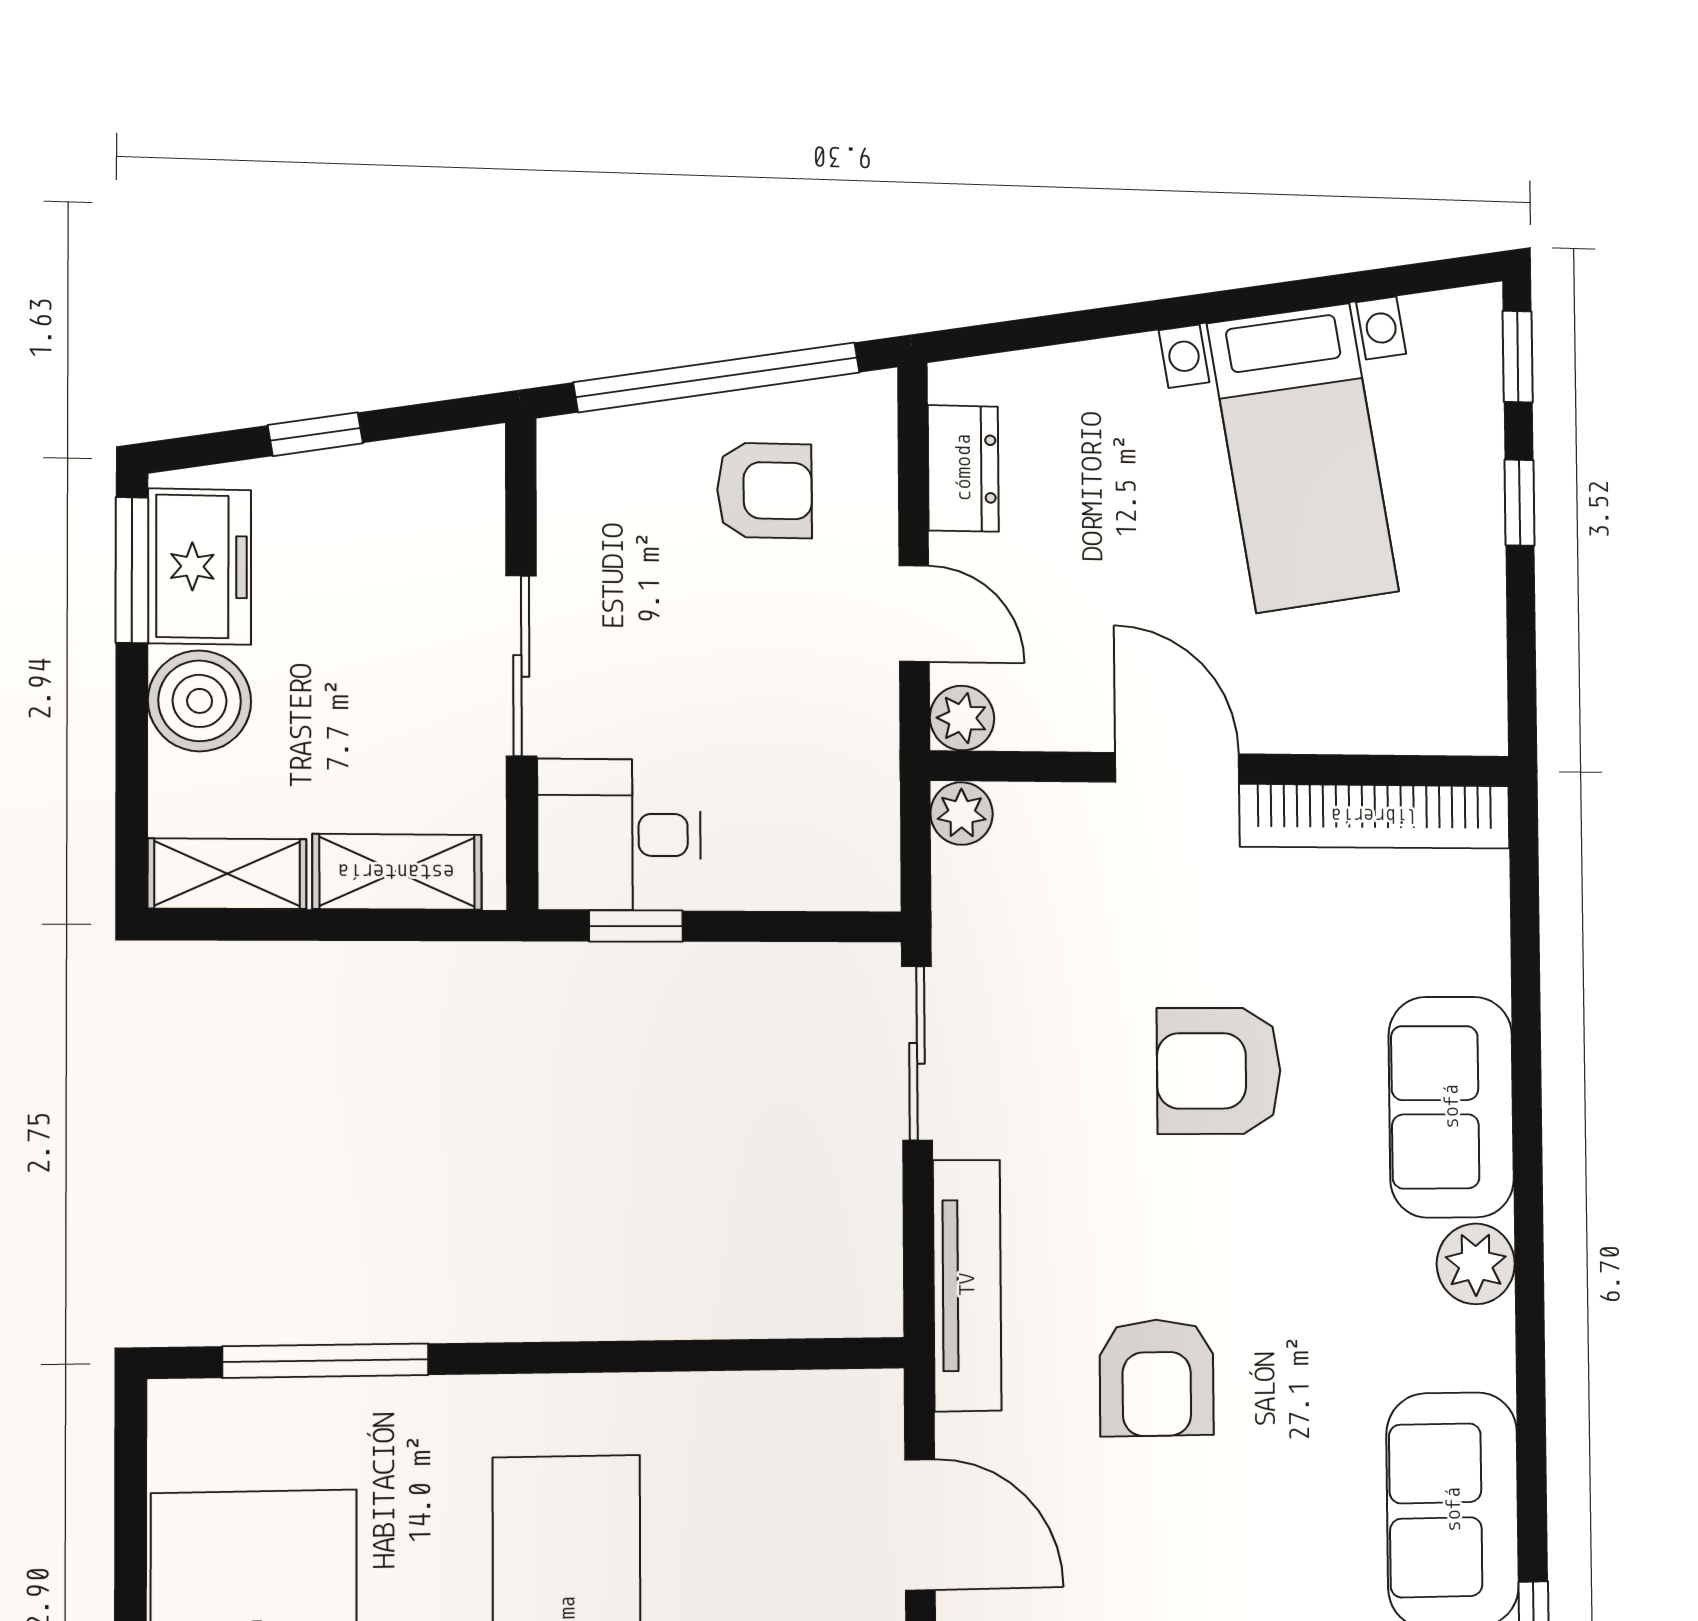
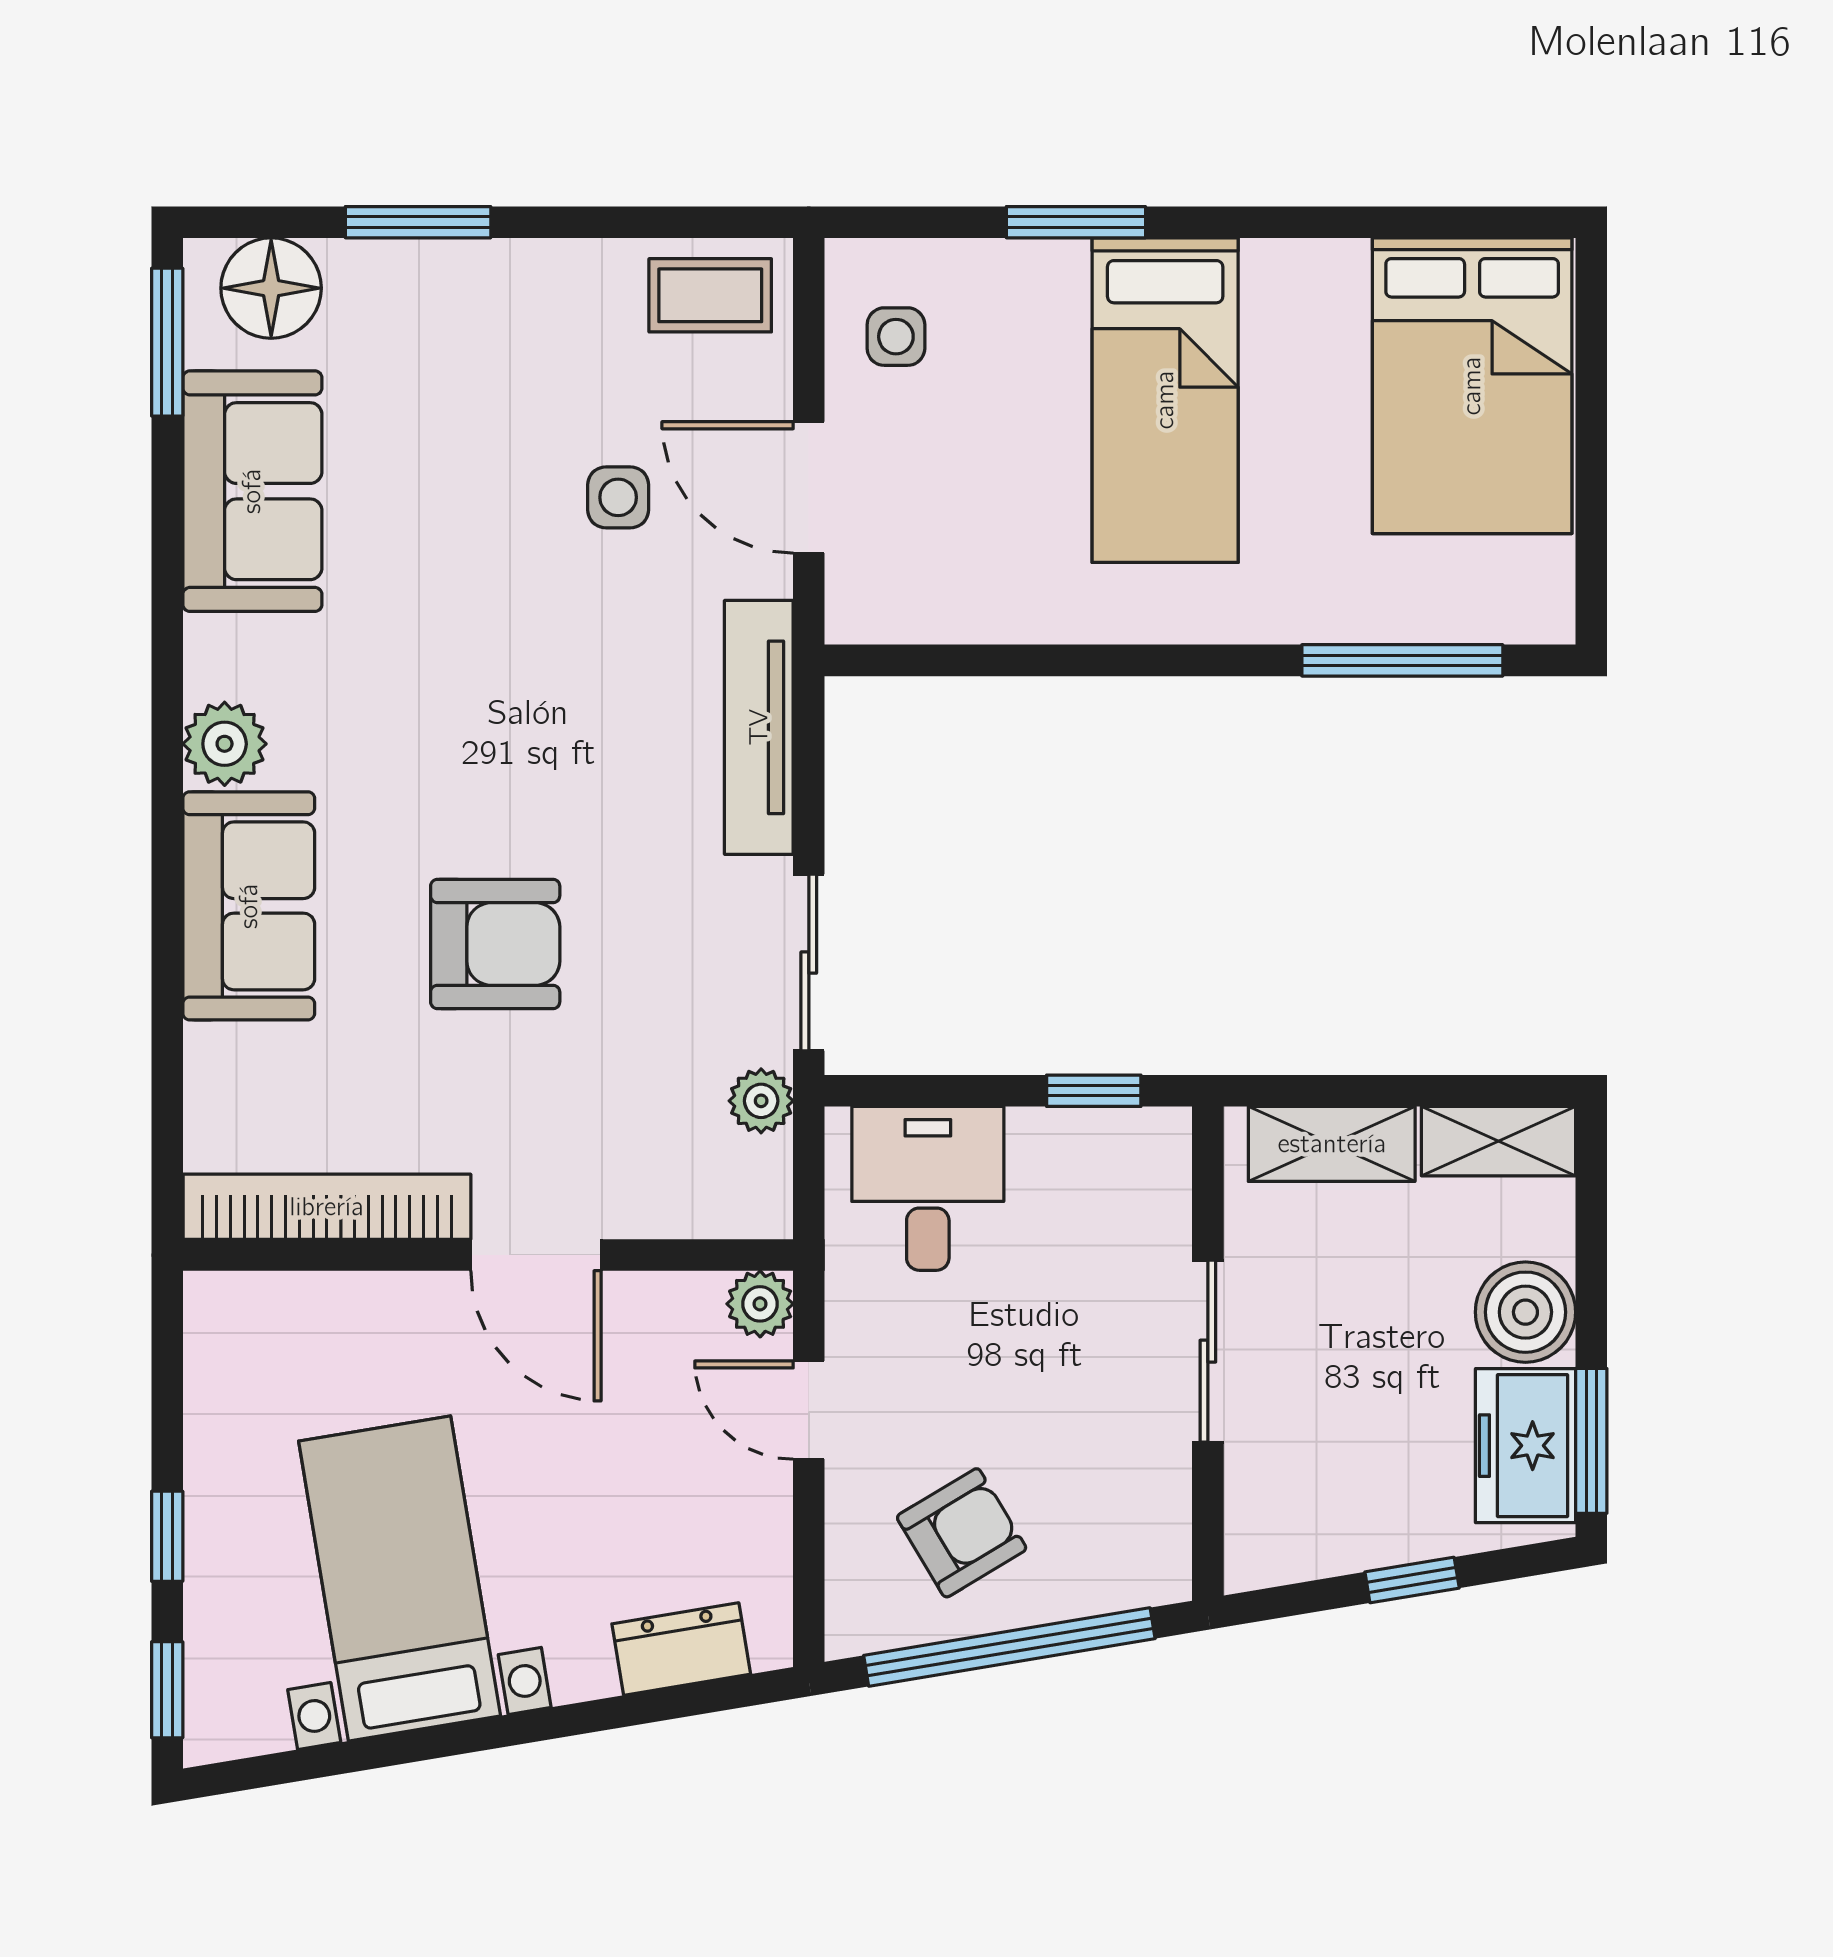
dresser: (963, 468) -> (681, 1649), moved, turned 81
armchair: (764, 490) -> (962, 1533), turned 149
plant: (962, 814) -> (761, 1101), moved
desk: (619, 835) -> (928, 1188), moved, turned -90
armchair: (1157, 1378) -> (563, 631), removed
side table: (1105, 1511) -> (618, 497), added

